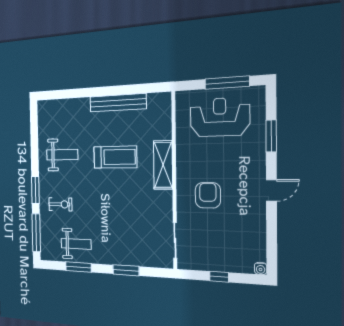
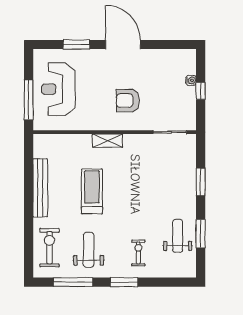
window: (227, 83) -> (29, 100), moved
exercise bike: (63, 115) -> (50, 248), added
shelving: (163, 165) -> (108, 141), width x0.67, depth x0.75
door: (271, 190) -> (123, 45), width x1.87
window: (36, 233) -> (73, 282), moved
water cooler: (261, 269) -> (191, 80), moved

